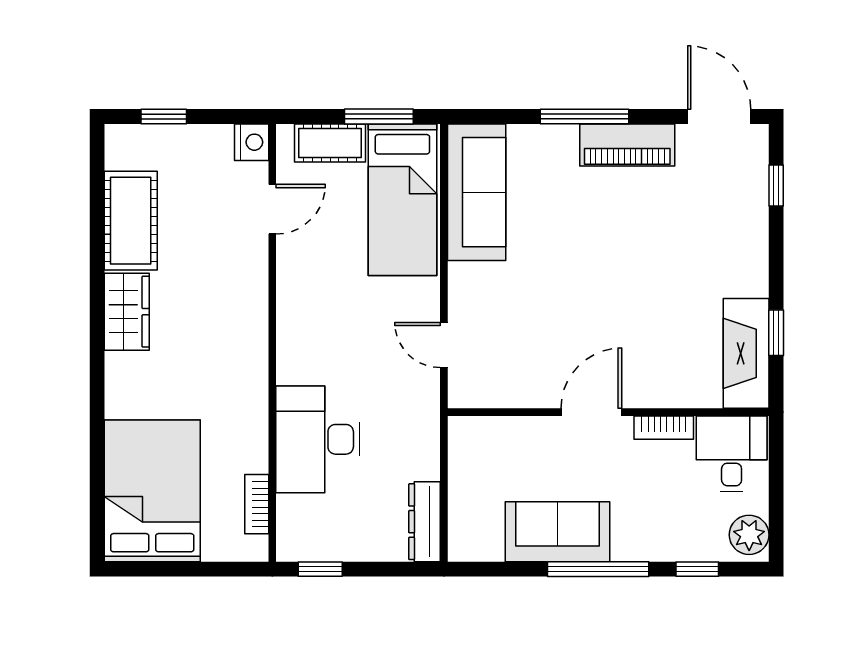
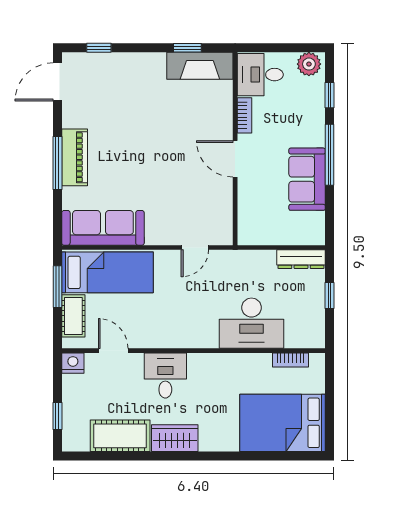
piano: (627, 145) -> (75, 157), moved
desk: (231, 296) -> (165, 375), added
window: (320, 569) -> (330, 295), moved

